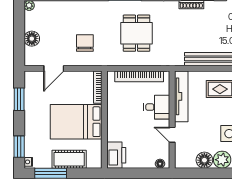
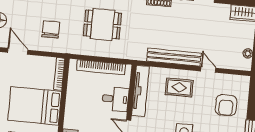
dining table: (137, 33) -> (102, 24), turned 90
door: (54, 68) -> (18, 51), swing flipped

